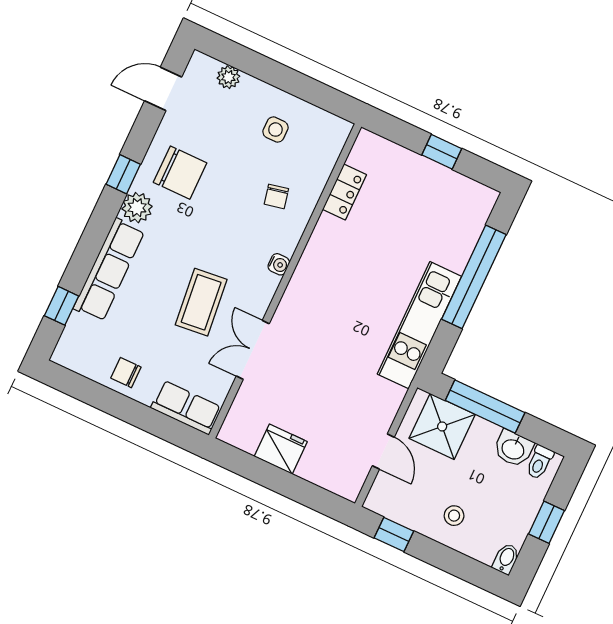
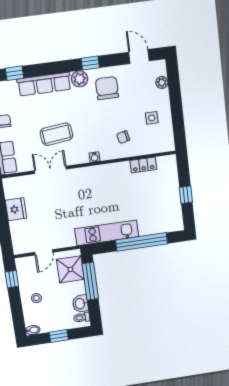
chair: (180, 173) -> (107, 88), turned 180

